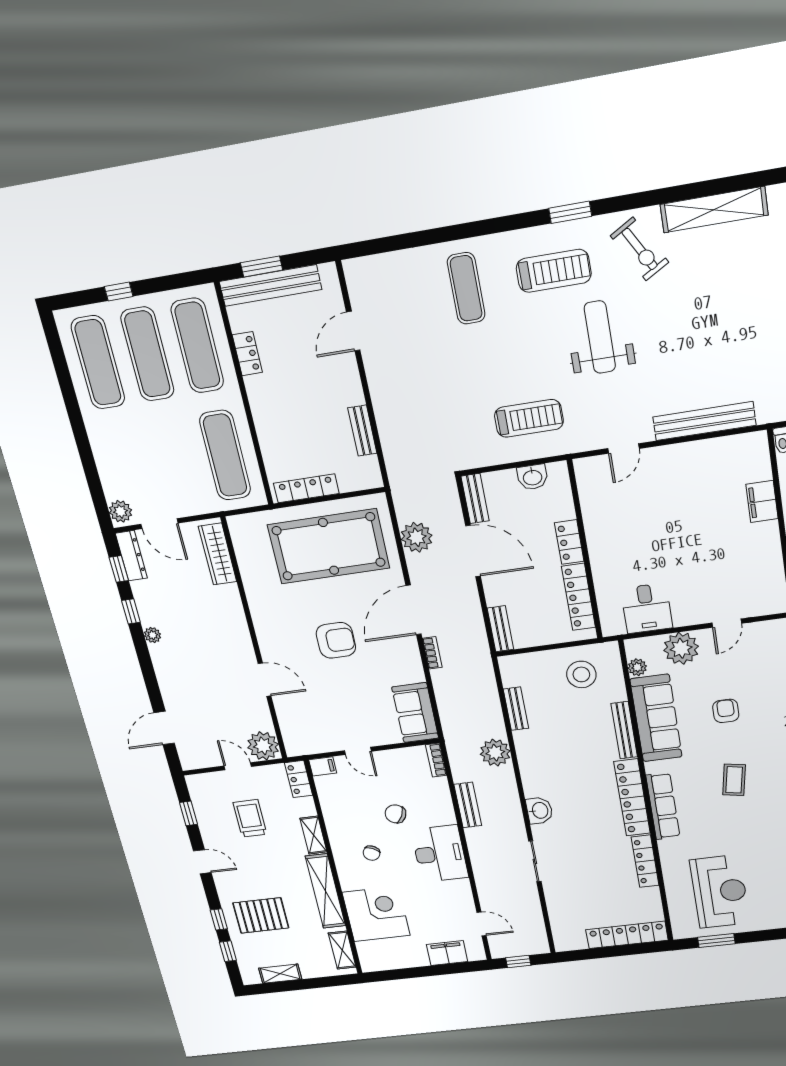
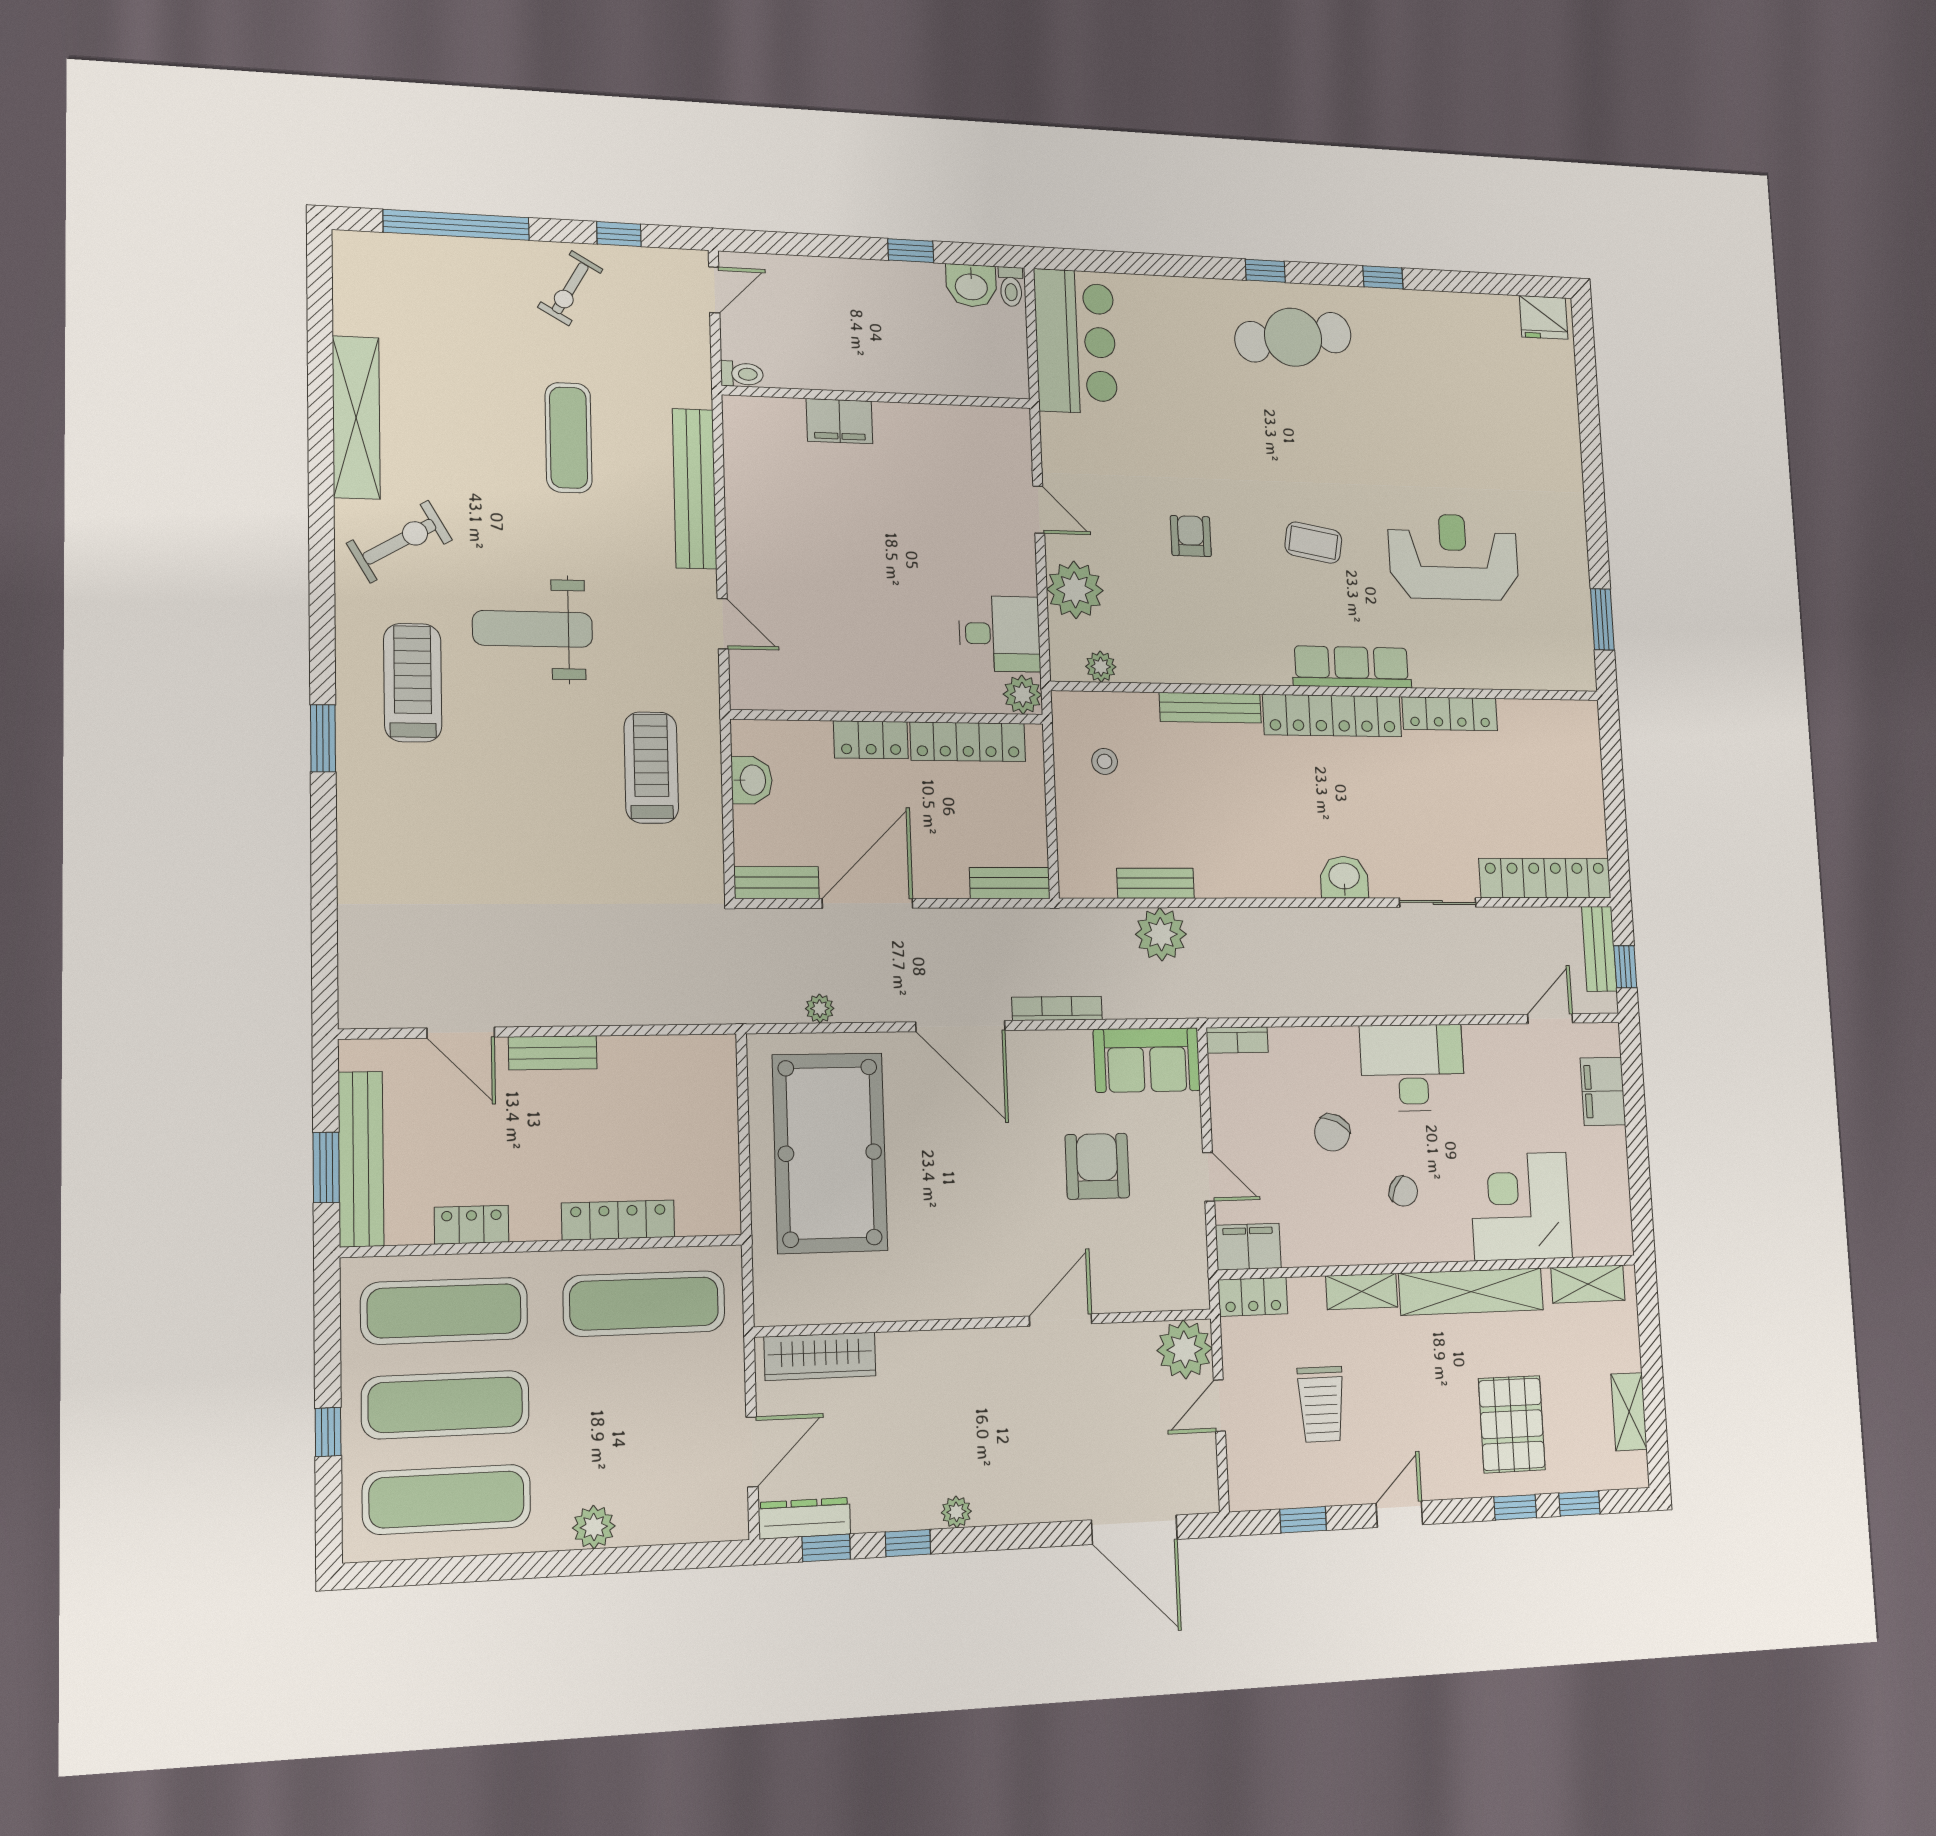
window: (570, 212) -> (323, 738), moved
exercise mat: (466, 288) -> (569, 438), moved, turned 90
bench: (362, 431) -> (553, 1053), moved
locker: (306, 488) -> (618, 1220), moved, turned 90
plant: (120, 511) -> (594, 1527), moved
plant: (417, 537) -> (820, 1008), width x0.53, depth x0.53
plant: (612, 625) -> (1022, 695), added
armchair: (336, 640) -> (1097, 1166), moved
bookcase: (432, 653) -> (1057, 1008), width x1.56
stool: (581, 674) -> (1105, 761), width x0.53, depth x0.53
armchair: (726, 711) -> (1191, 536), turned 90
sofa: (656, 718) -> (1193, 651), removed
door: (164, 728) -> (1134, 1530), width x1.36
door: (358, 751) -> (1209, 1177), hinge flipped
plant: (495, 753) -> (1161, 934), moved
filing cabinet: (323, 766) -> (1248, 1247), width x2.00
bench: (468, 805) -> (1599, 949), moved, turned 90
trolley: (250, 818) -> (1321, 1404), turned -90
reception desk: (720, 892) -> (1454, 557), moved
locker: (627, 935) -> (1545, 878), moved, turned 90

